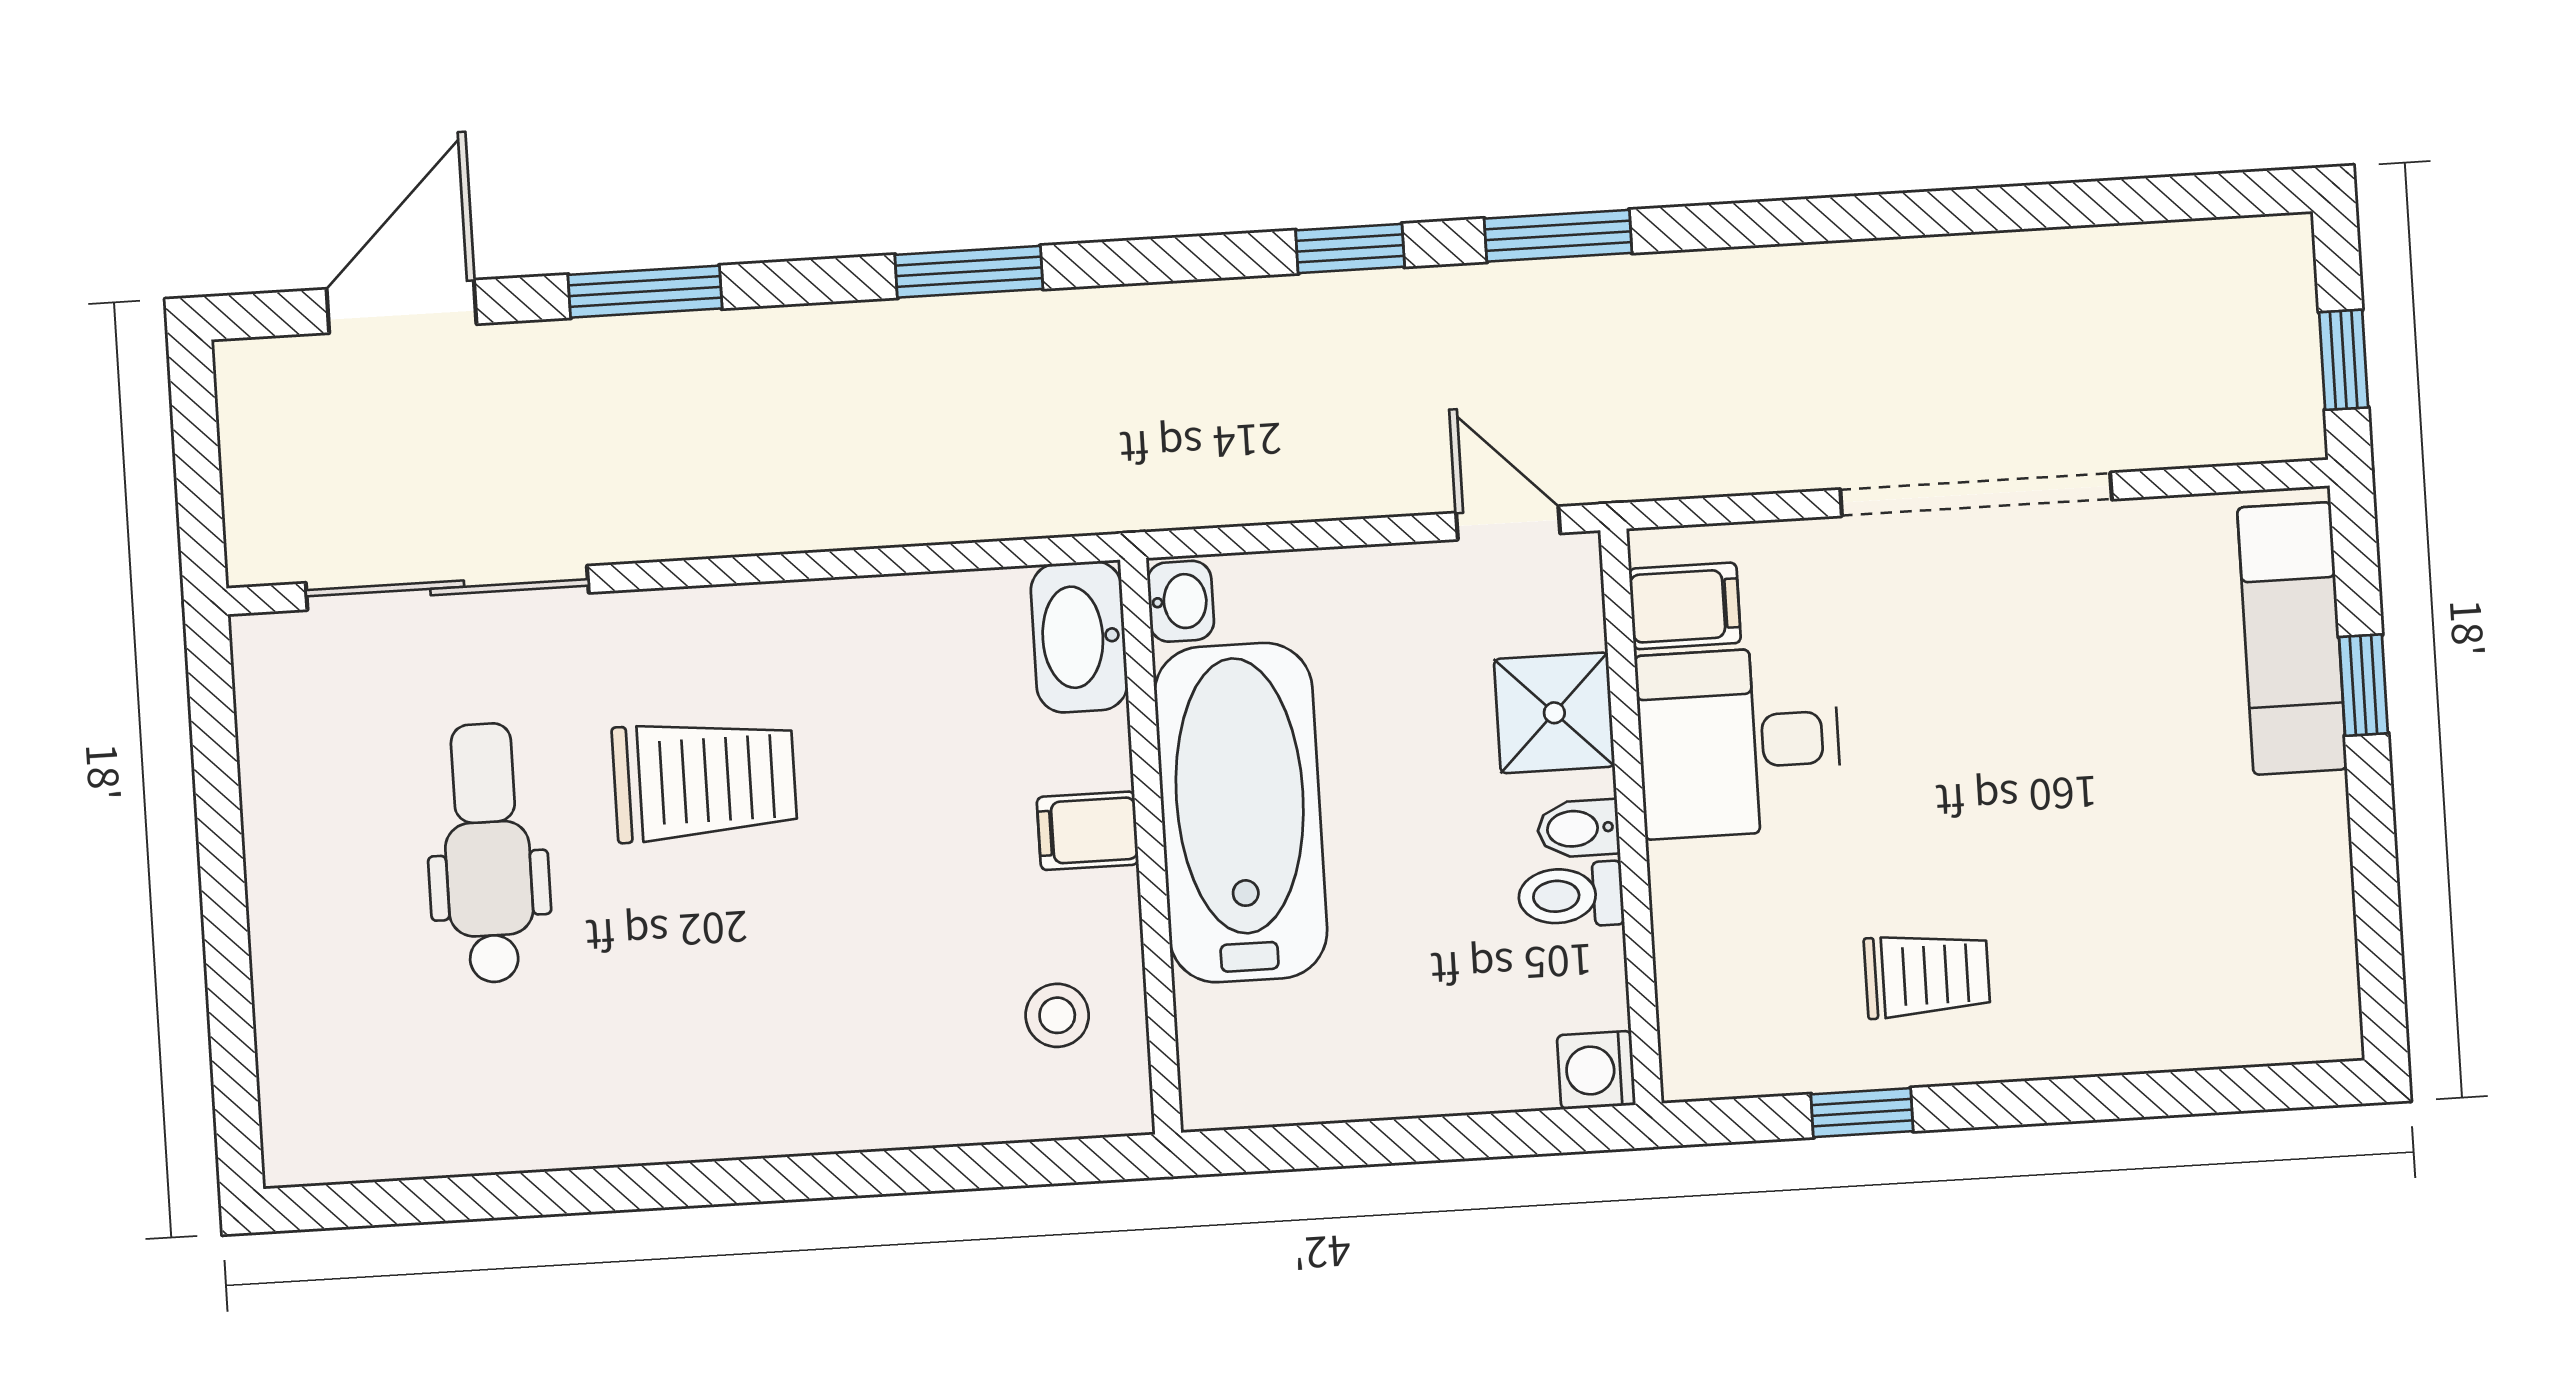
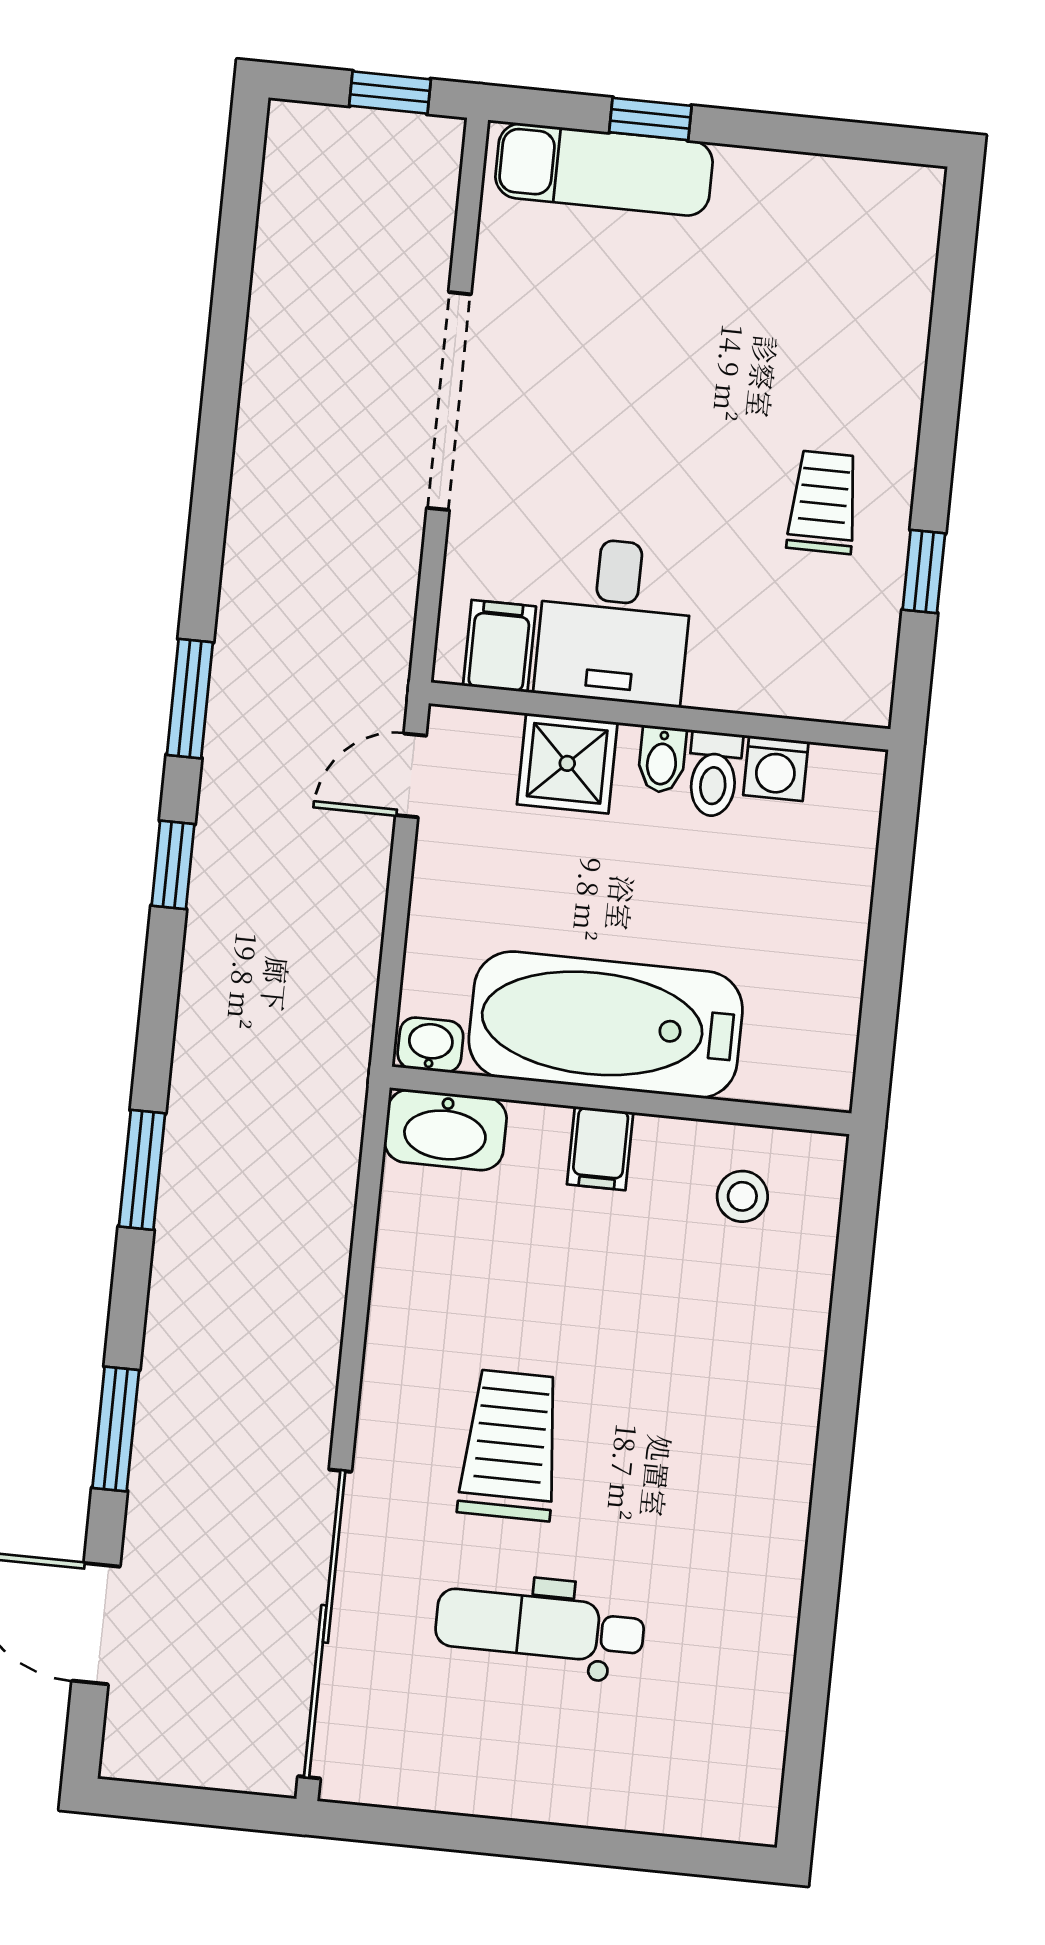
sliding door: (447, 588) -> (325, 1624), width x1.36
washing machine: (1596, 1070) -> (776, 768), moved

